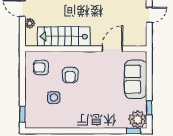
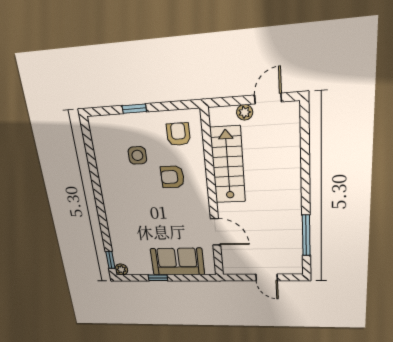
window: (149, 108) -> (158, 278), moved
window: (22, 114) -> (134, 109), moved
plant: (138, 119) -> (121, 269), width x0.53, depth x0.53

